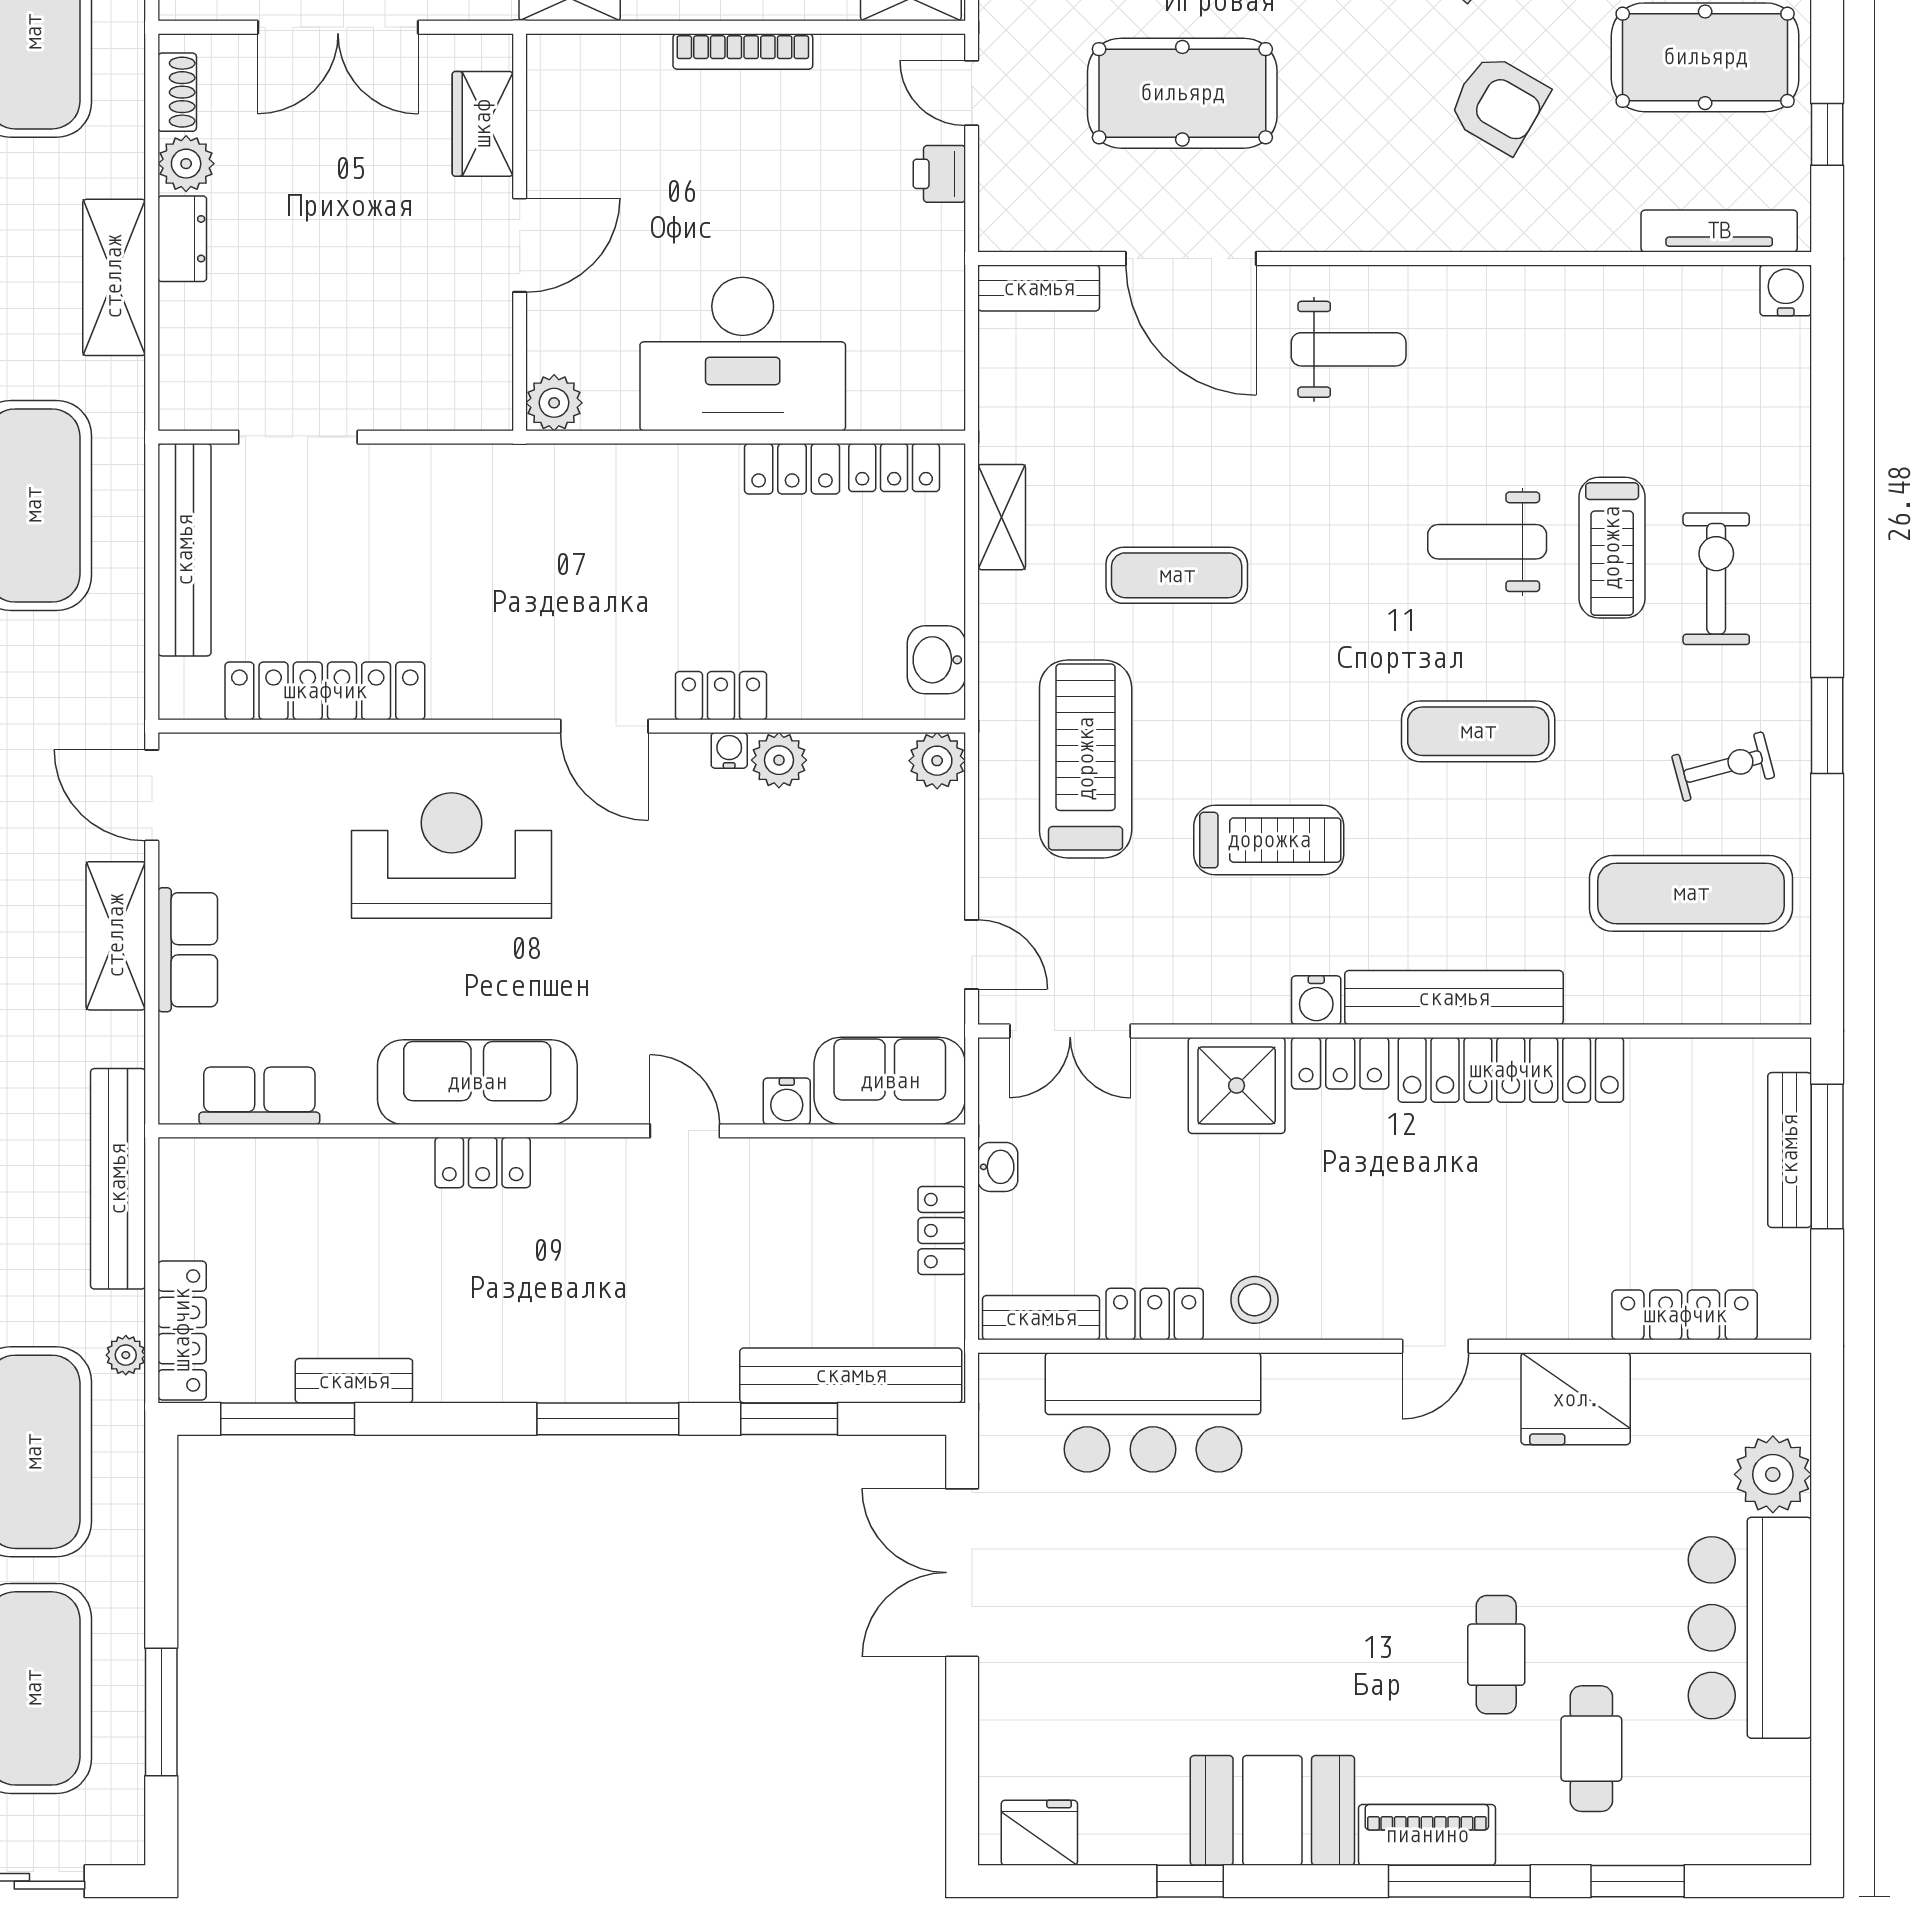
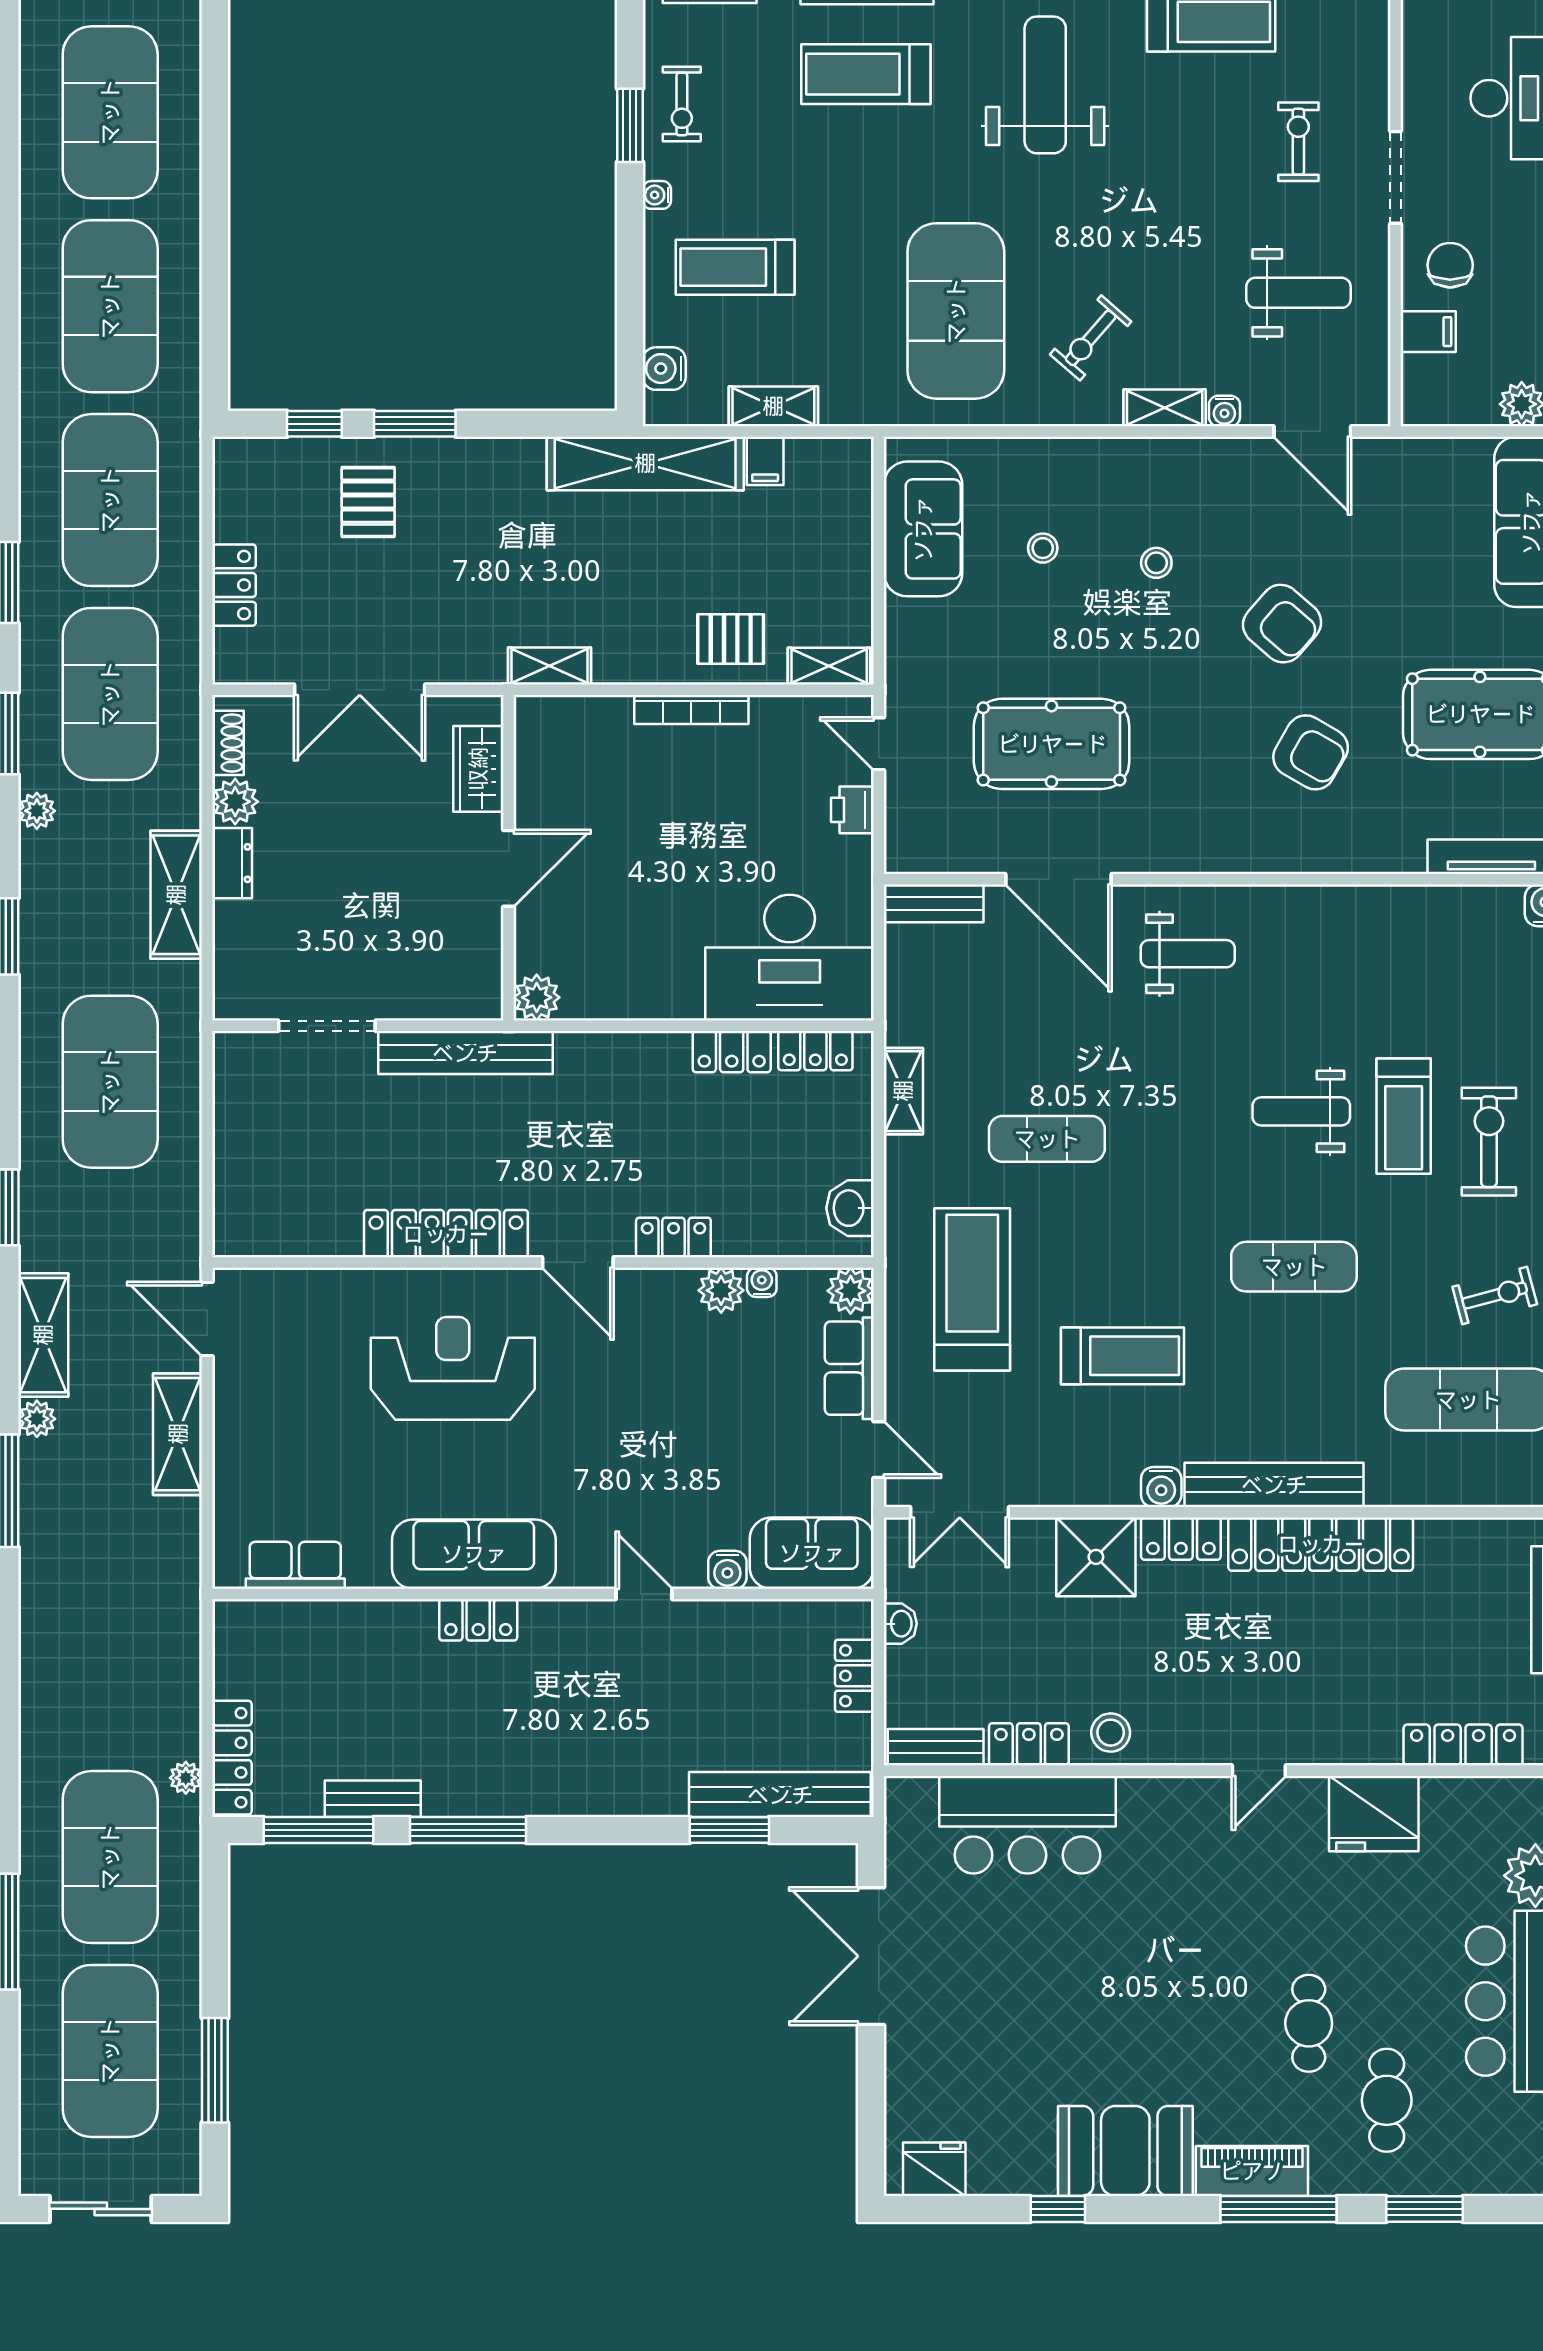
desk: (743, 354) -> (790, 958), moved
bench: (185, 550) -> (465, 1053), moved, turned 90
locker: (325, 691) -> (446, 1234), moved
water cooler: (729, 750) -> (762, 1282), moved
row of seats: (188, 950) -> (849, 1368), moved, turned 180
bench: (118, 1179) -> (179, 1633), removed
window: (608, 1419) -> (468, 1830), moved

